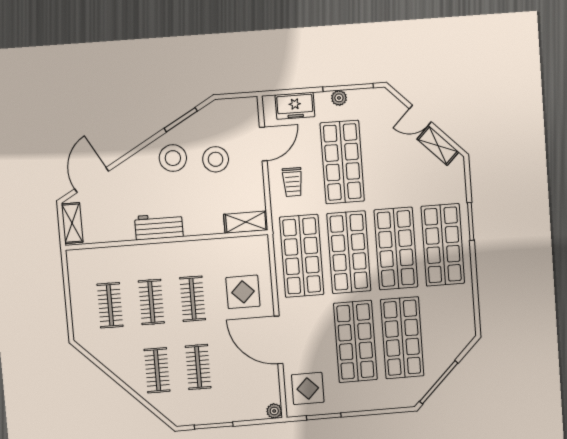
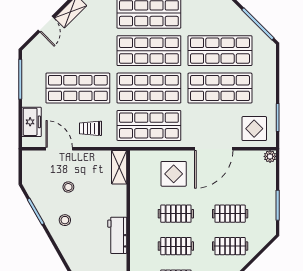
plant: (339, 98) -> (28, 87), removed
stool: (173, 158) -> (65, 220), width x0.53, depth x0.53
stool: (216, 159) -> (68, 187), width x0.53, depth x0.53
trolley: (292, 182) -> (91, 128), turned 180

